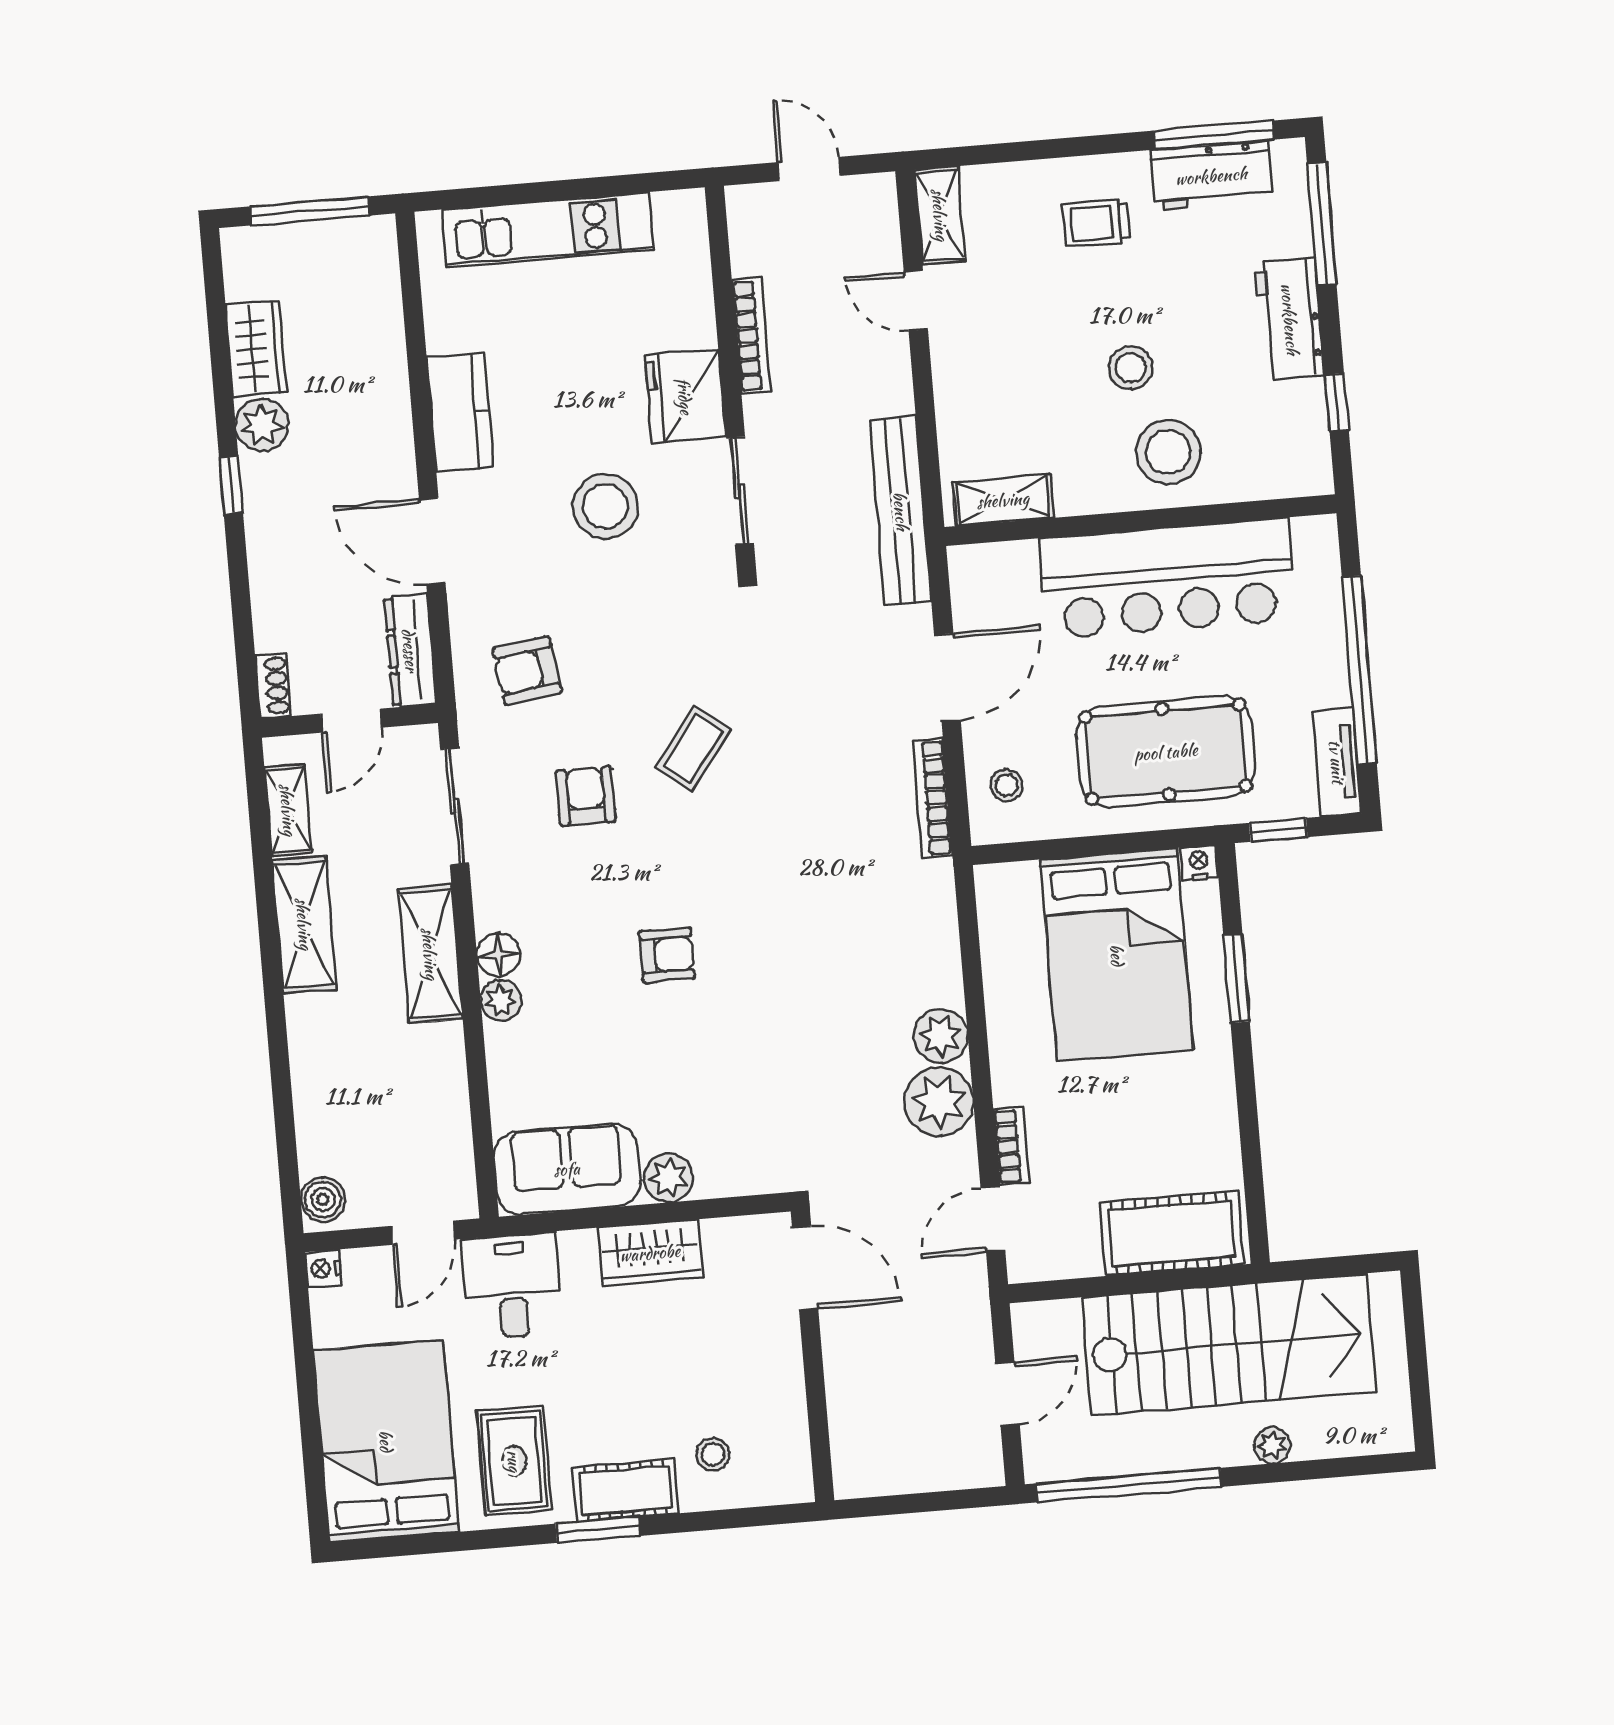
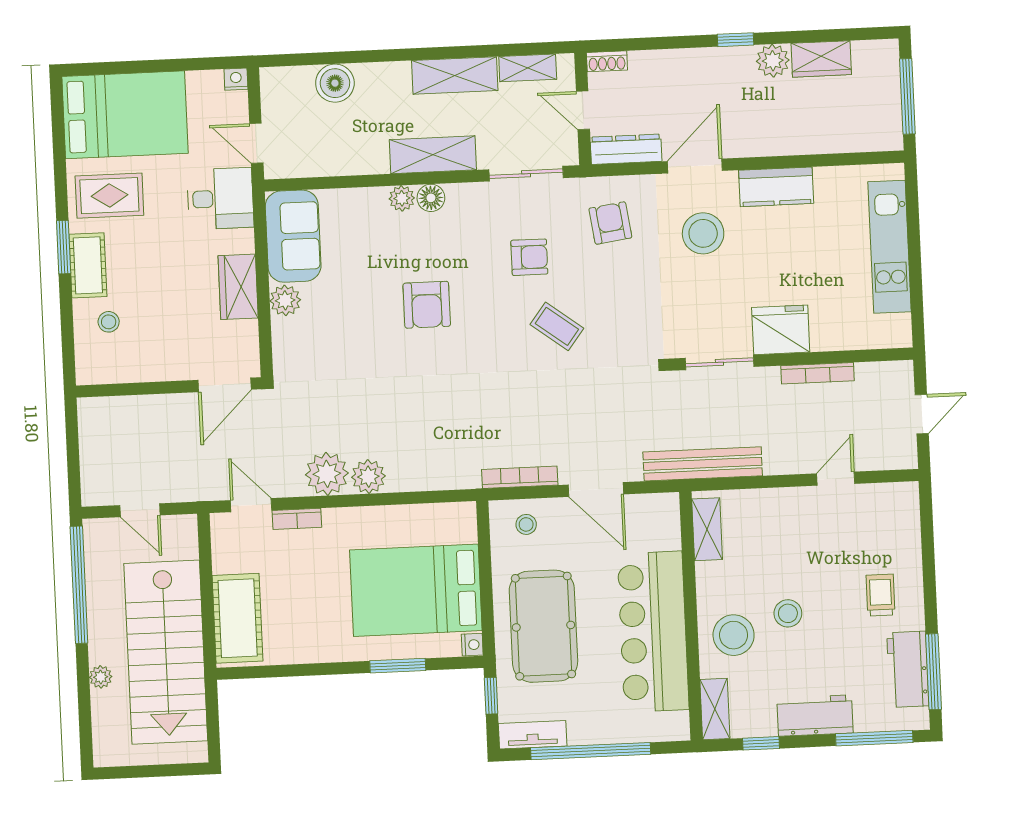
shelving: (940, 215) -> (715, 709), moved, turned 90
stool: (605, 506) -> (703, 233), moved
armchair: (667, 955) -> (427, 305), width x1.38, depth x1.38
boiler: (323, 1199) -> (335, 83), moved, width x1.36, depth x1.36

